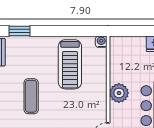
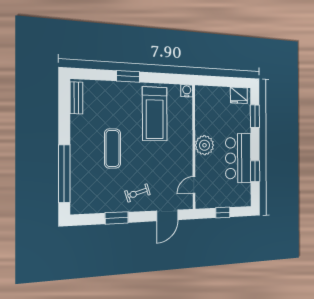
window: (19, 31) -> (128, 76), moved

